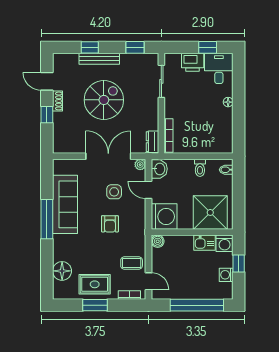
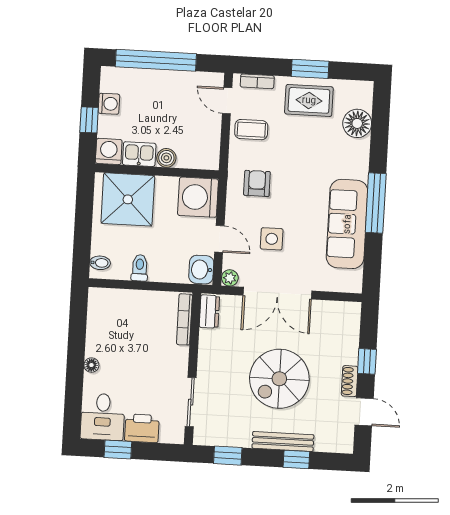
armchair: (110, 224) -> (257, 183), moved
boiler: (158, 241) -> (166, 158), moved

